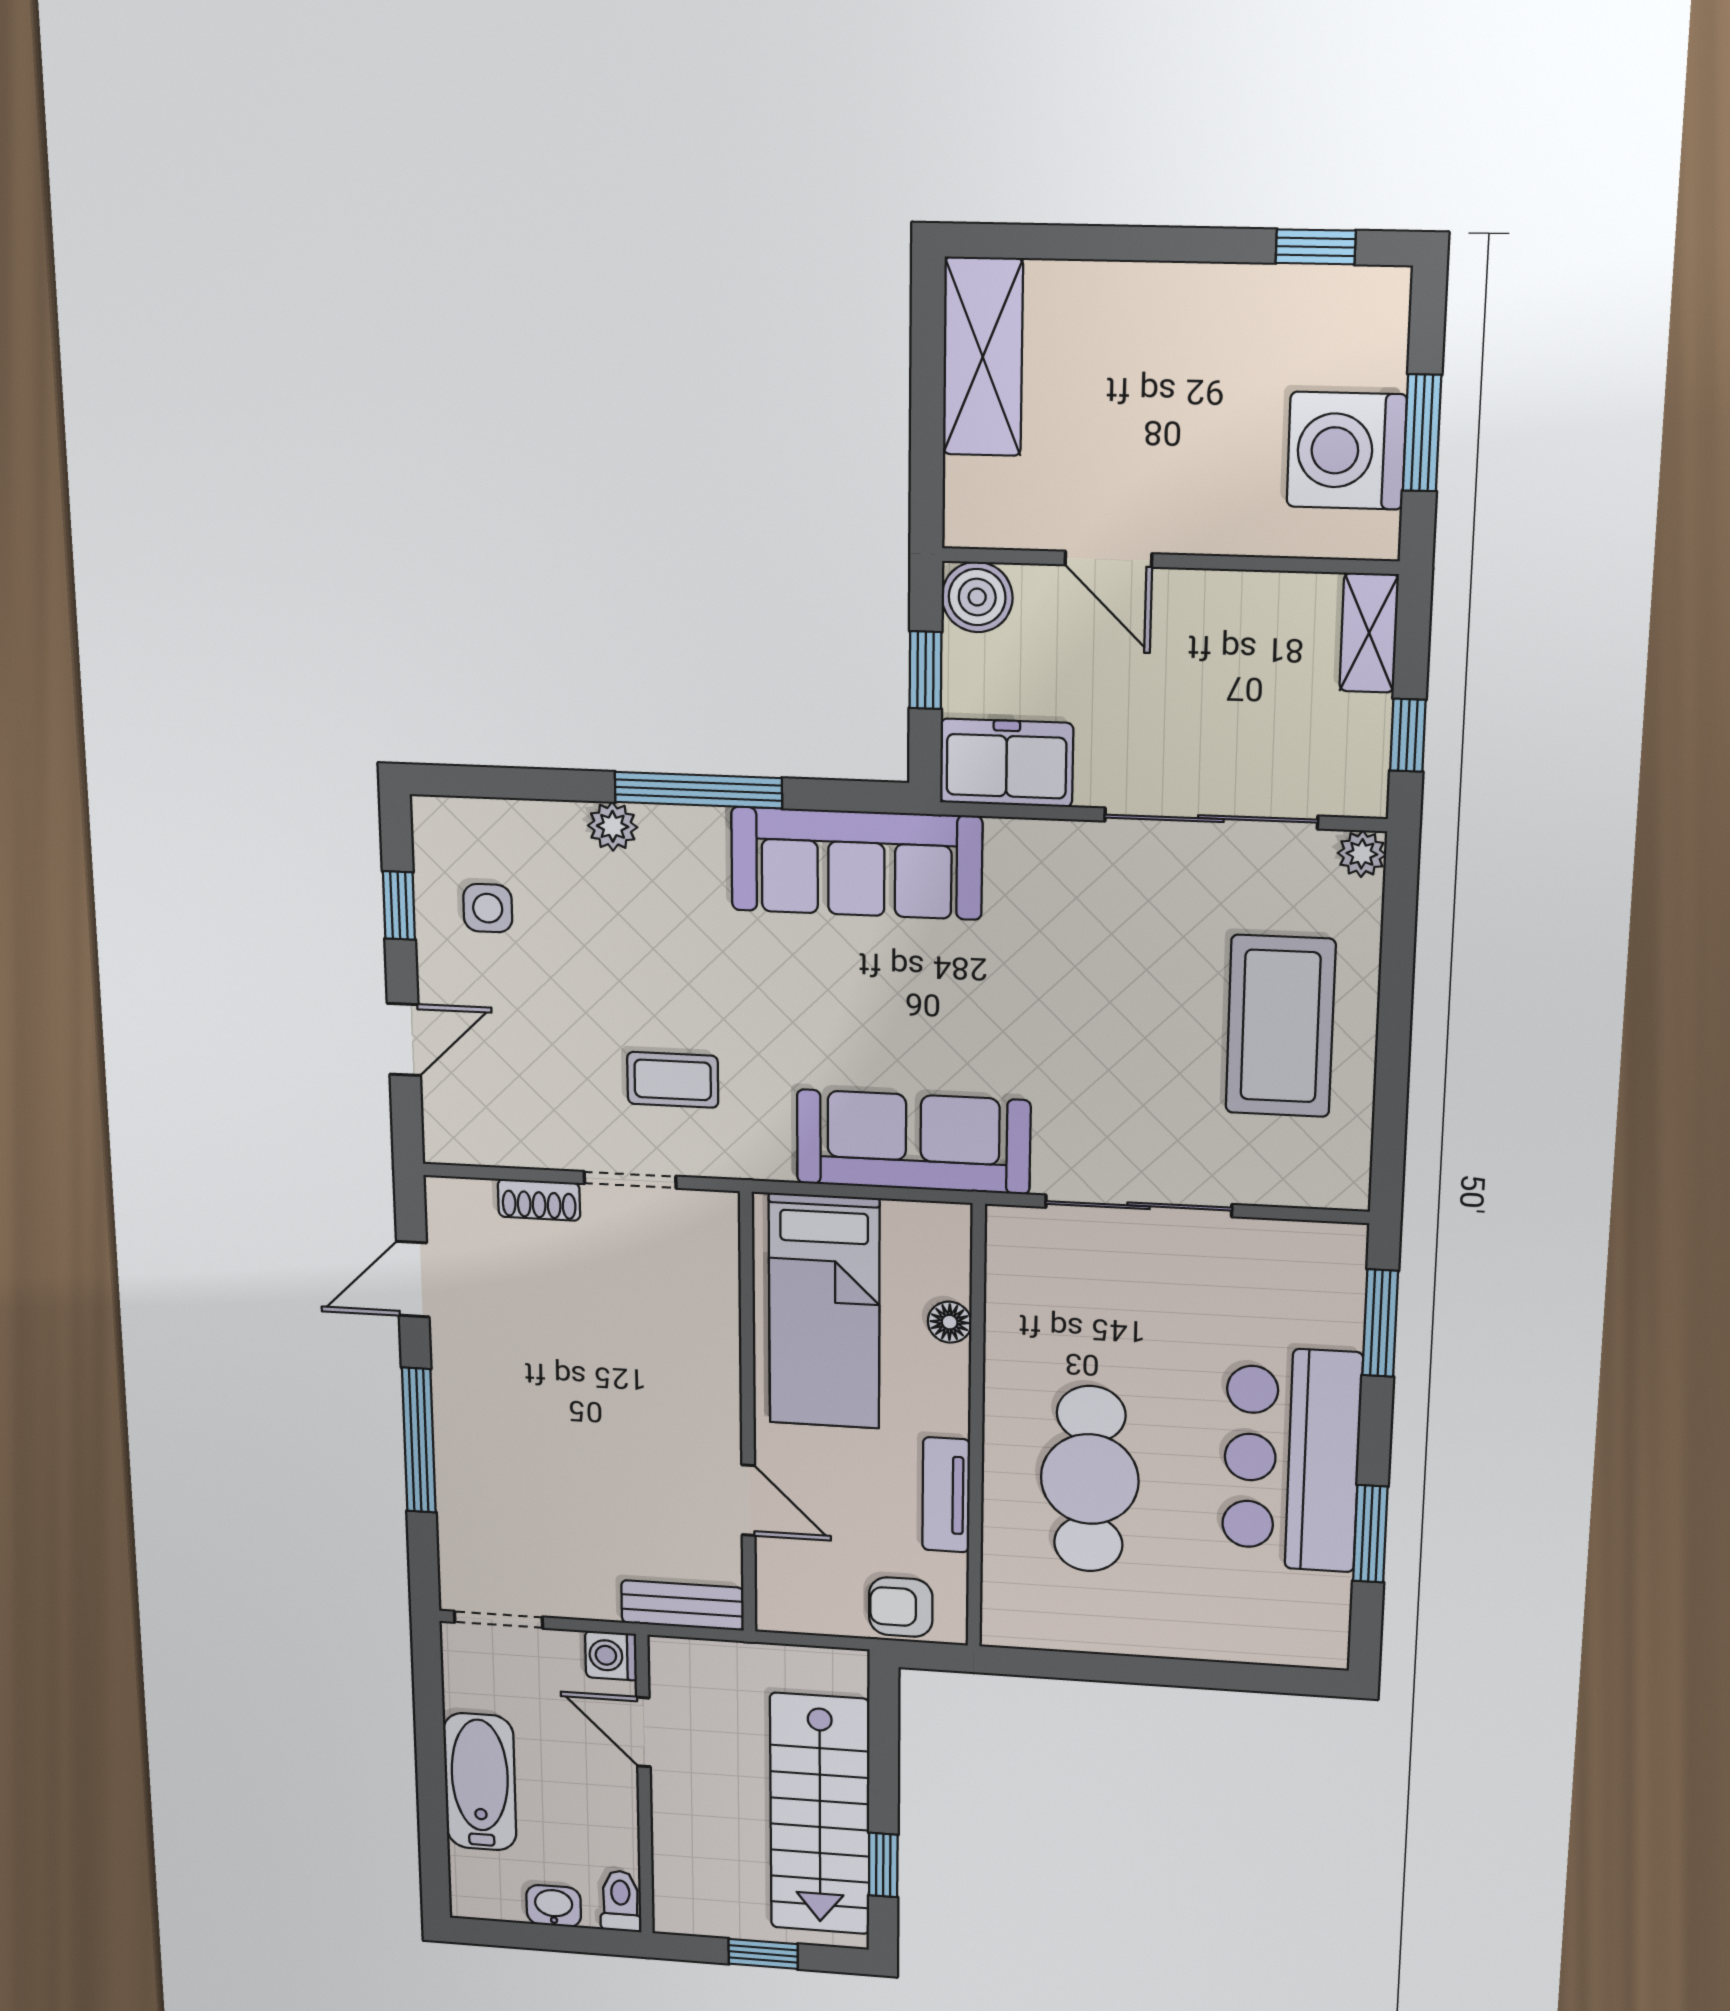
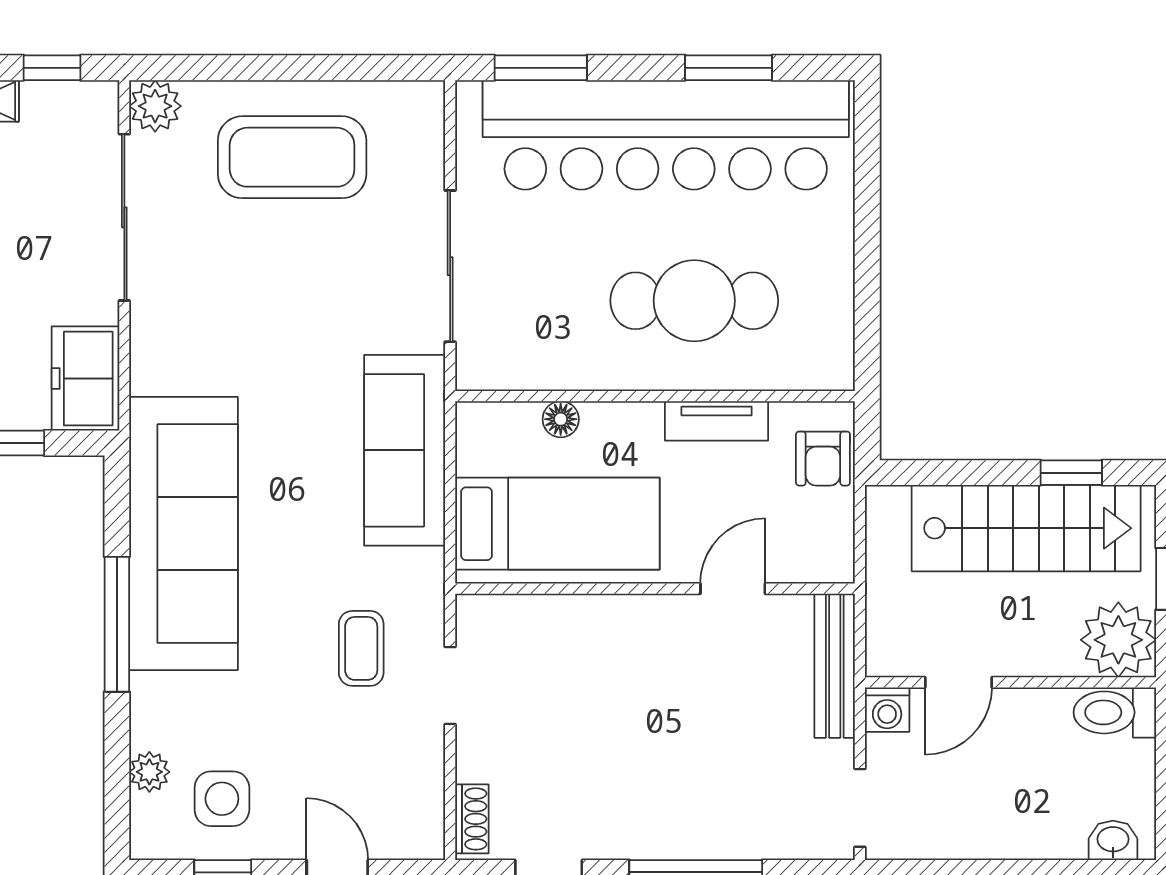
plant: (613, 826) -> (149, 772), moved
plant: (1362, 854) -> (155, 106), width x1.38, depth x1.38
sofa: (856, 863) -> (183, 534), width x1.36, depth x1.27
side table: (488, 908) -> (222, 799), width x1.37, depth x1.37
shoe rack: (539, 1200) -> (472, 819), moved
bar counter: (1291, 1459) -> (666, 135), width x1.86
bench: (682, 1605) -> (835, 666), width x1.36
bathtub: (480, 1782) -> (1018, 829), removed
plant: (694, 1899) -> (1118, 640), added
toilet: (621, 1901) -> (1115, 712), width x1.37, depth x1.39
washbasin: (554, 1906) -> (1113, 840), moved, turned 90

